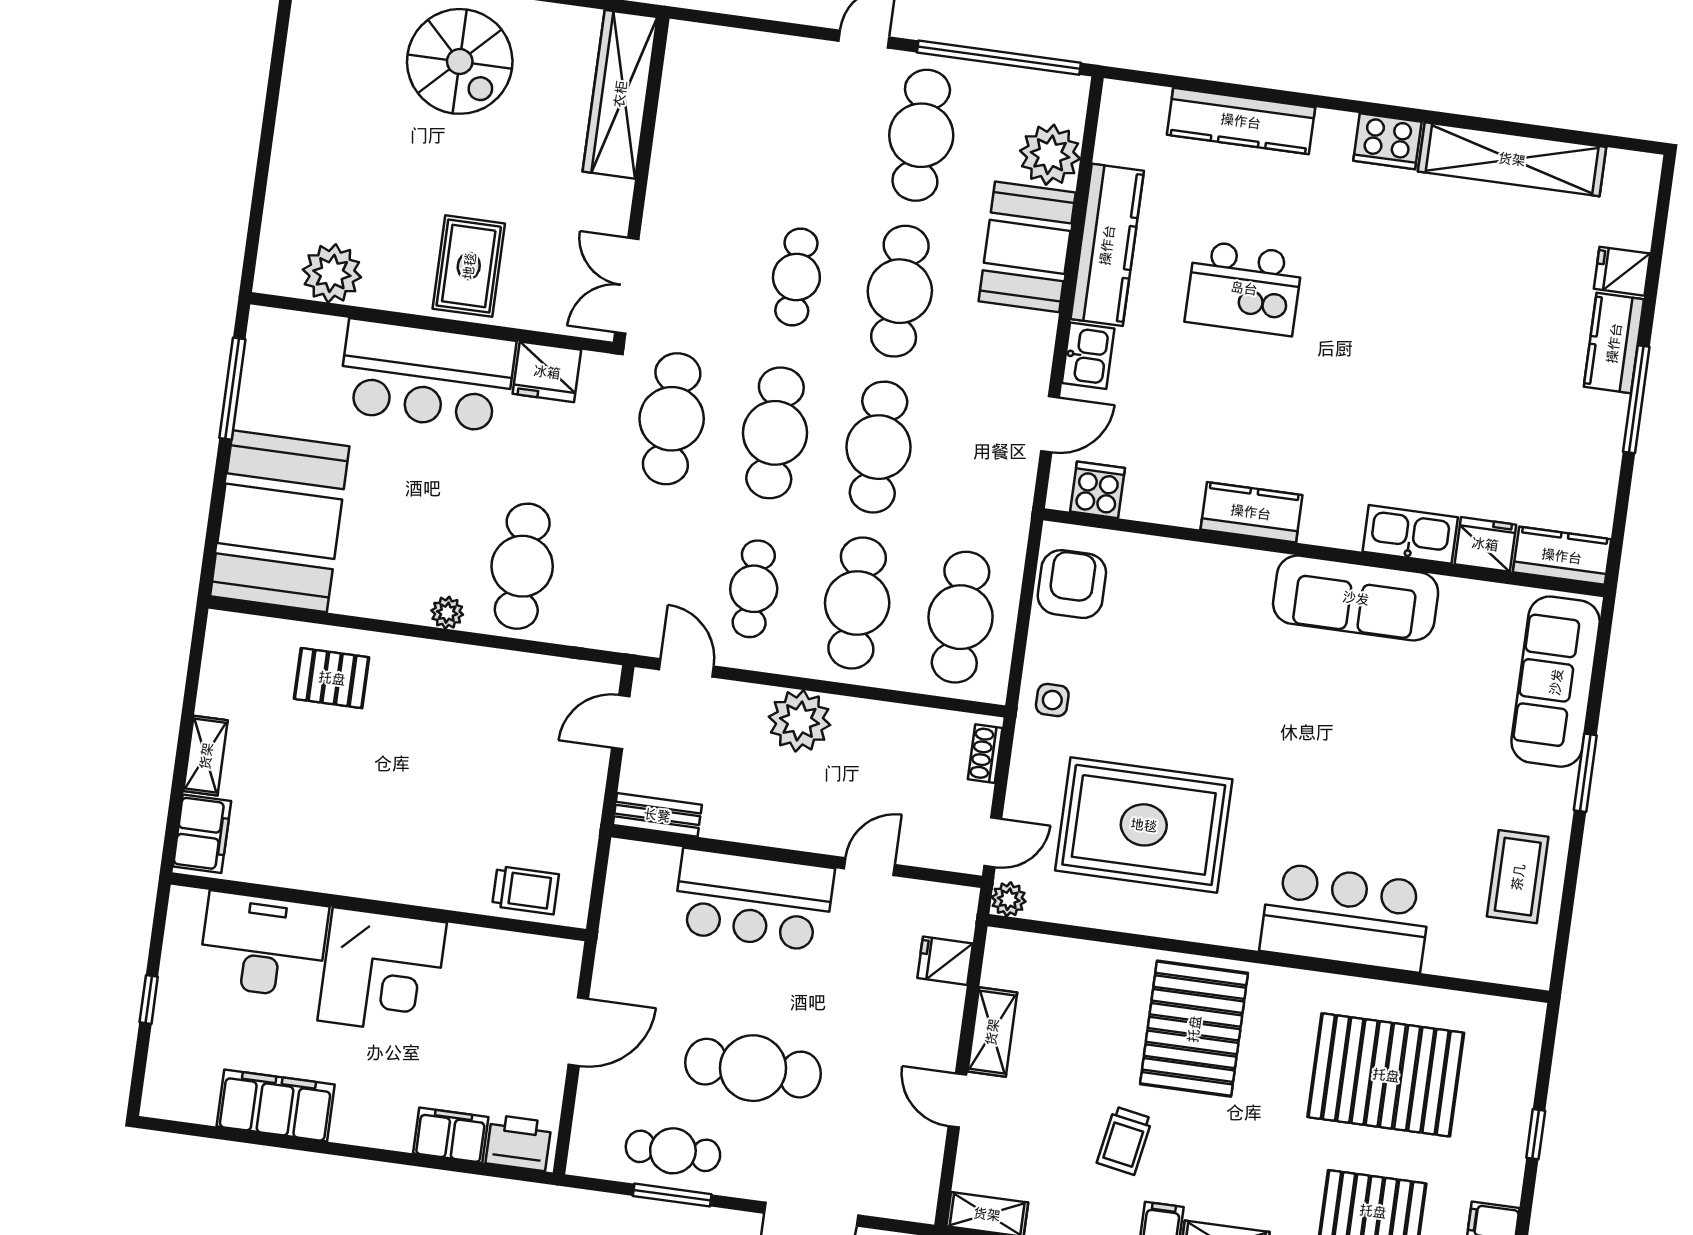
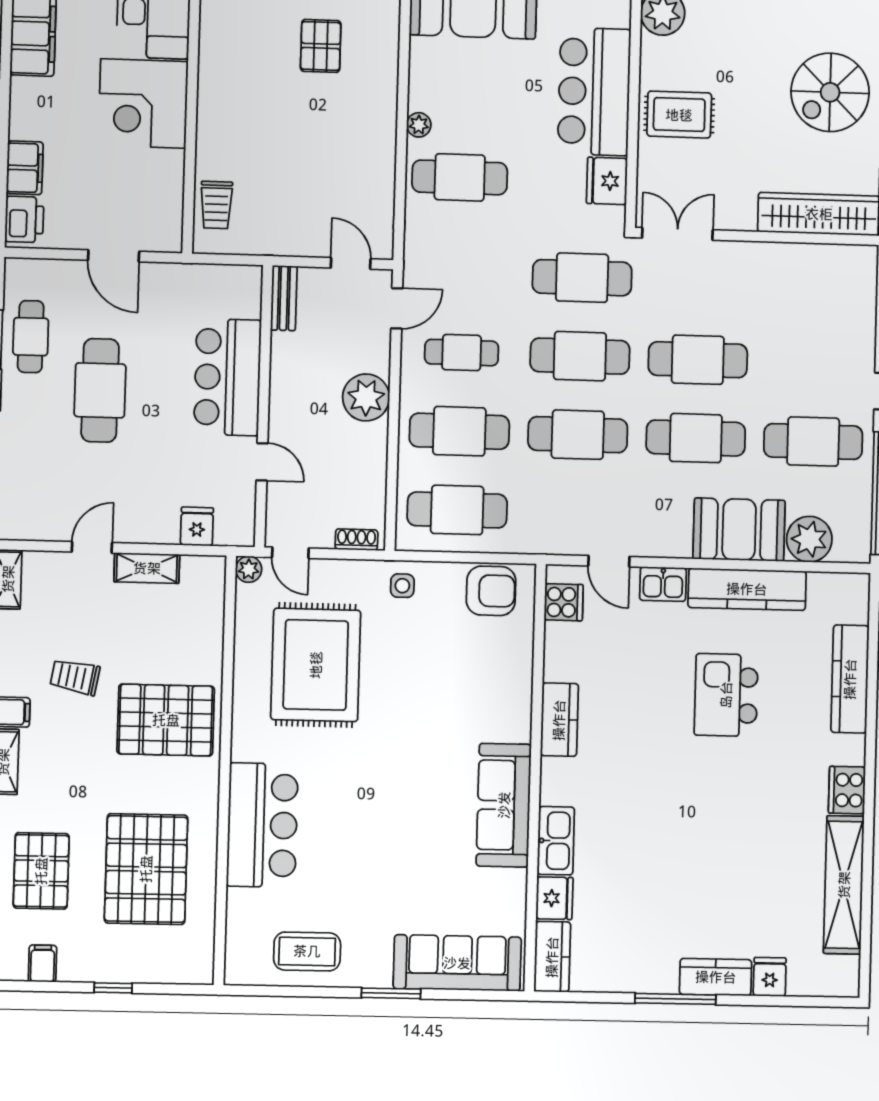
cafe table: (796, 277) -> (698, 360), width x1.37, depth x1.35
pallet: (332, 678) -> (321, 46), moved

